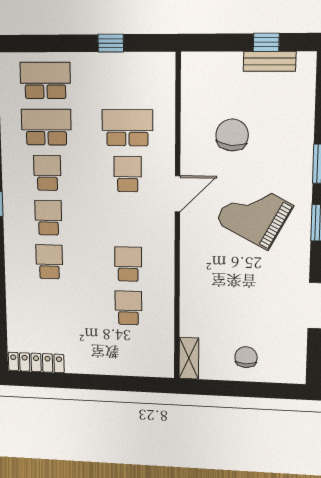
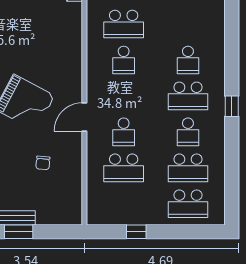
window: (266, 42) -> (19, 232), width x1.50
chair: (232, 135) -> (43, 163), width x0.54, depth x0.54
school desk: (48, 218) -> (188, 96), width x1.85
school desk: (128, 308) -> (124, 24), width x1.85

